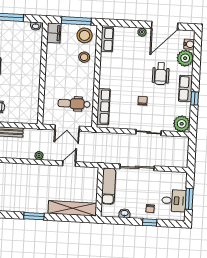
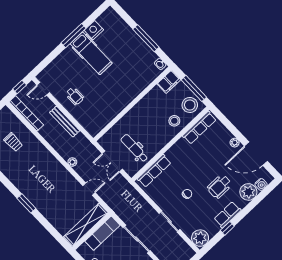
row of seats: (107, 39) -> (199, 128), width x1.48
shelving: (72, 208) -> (86, 225), moved, turned 90

